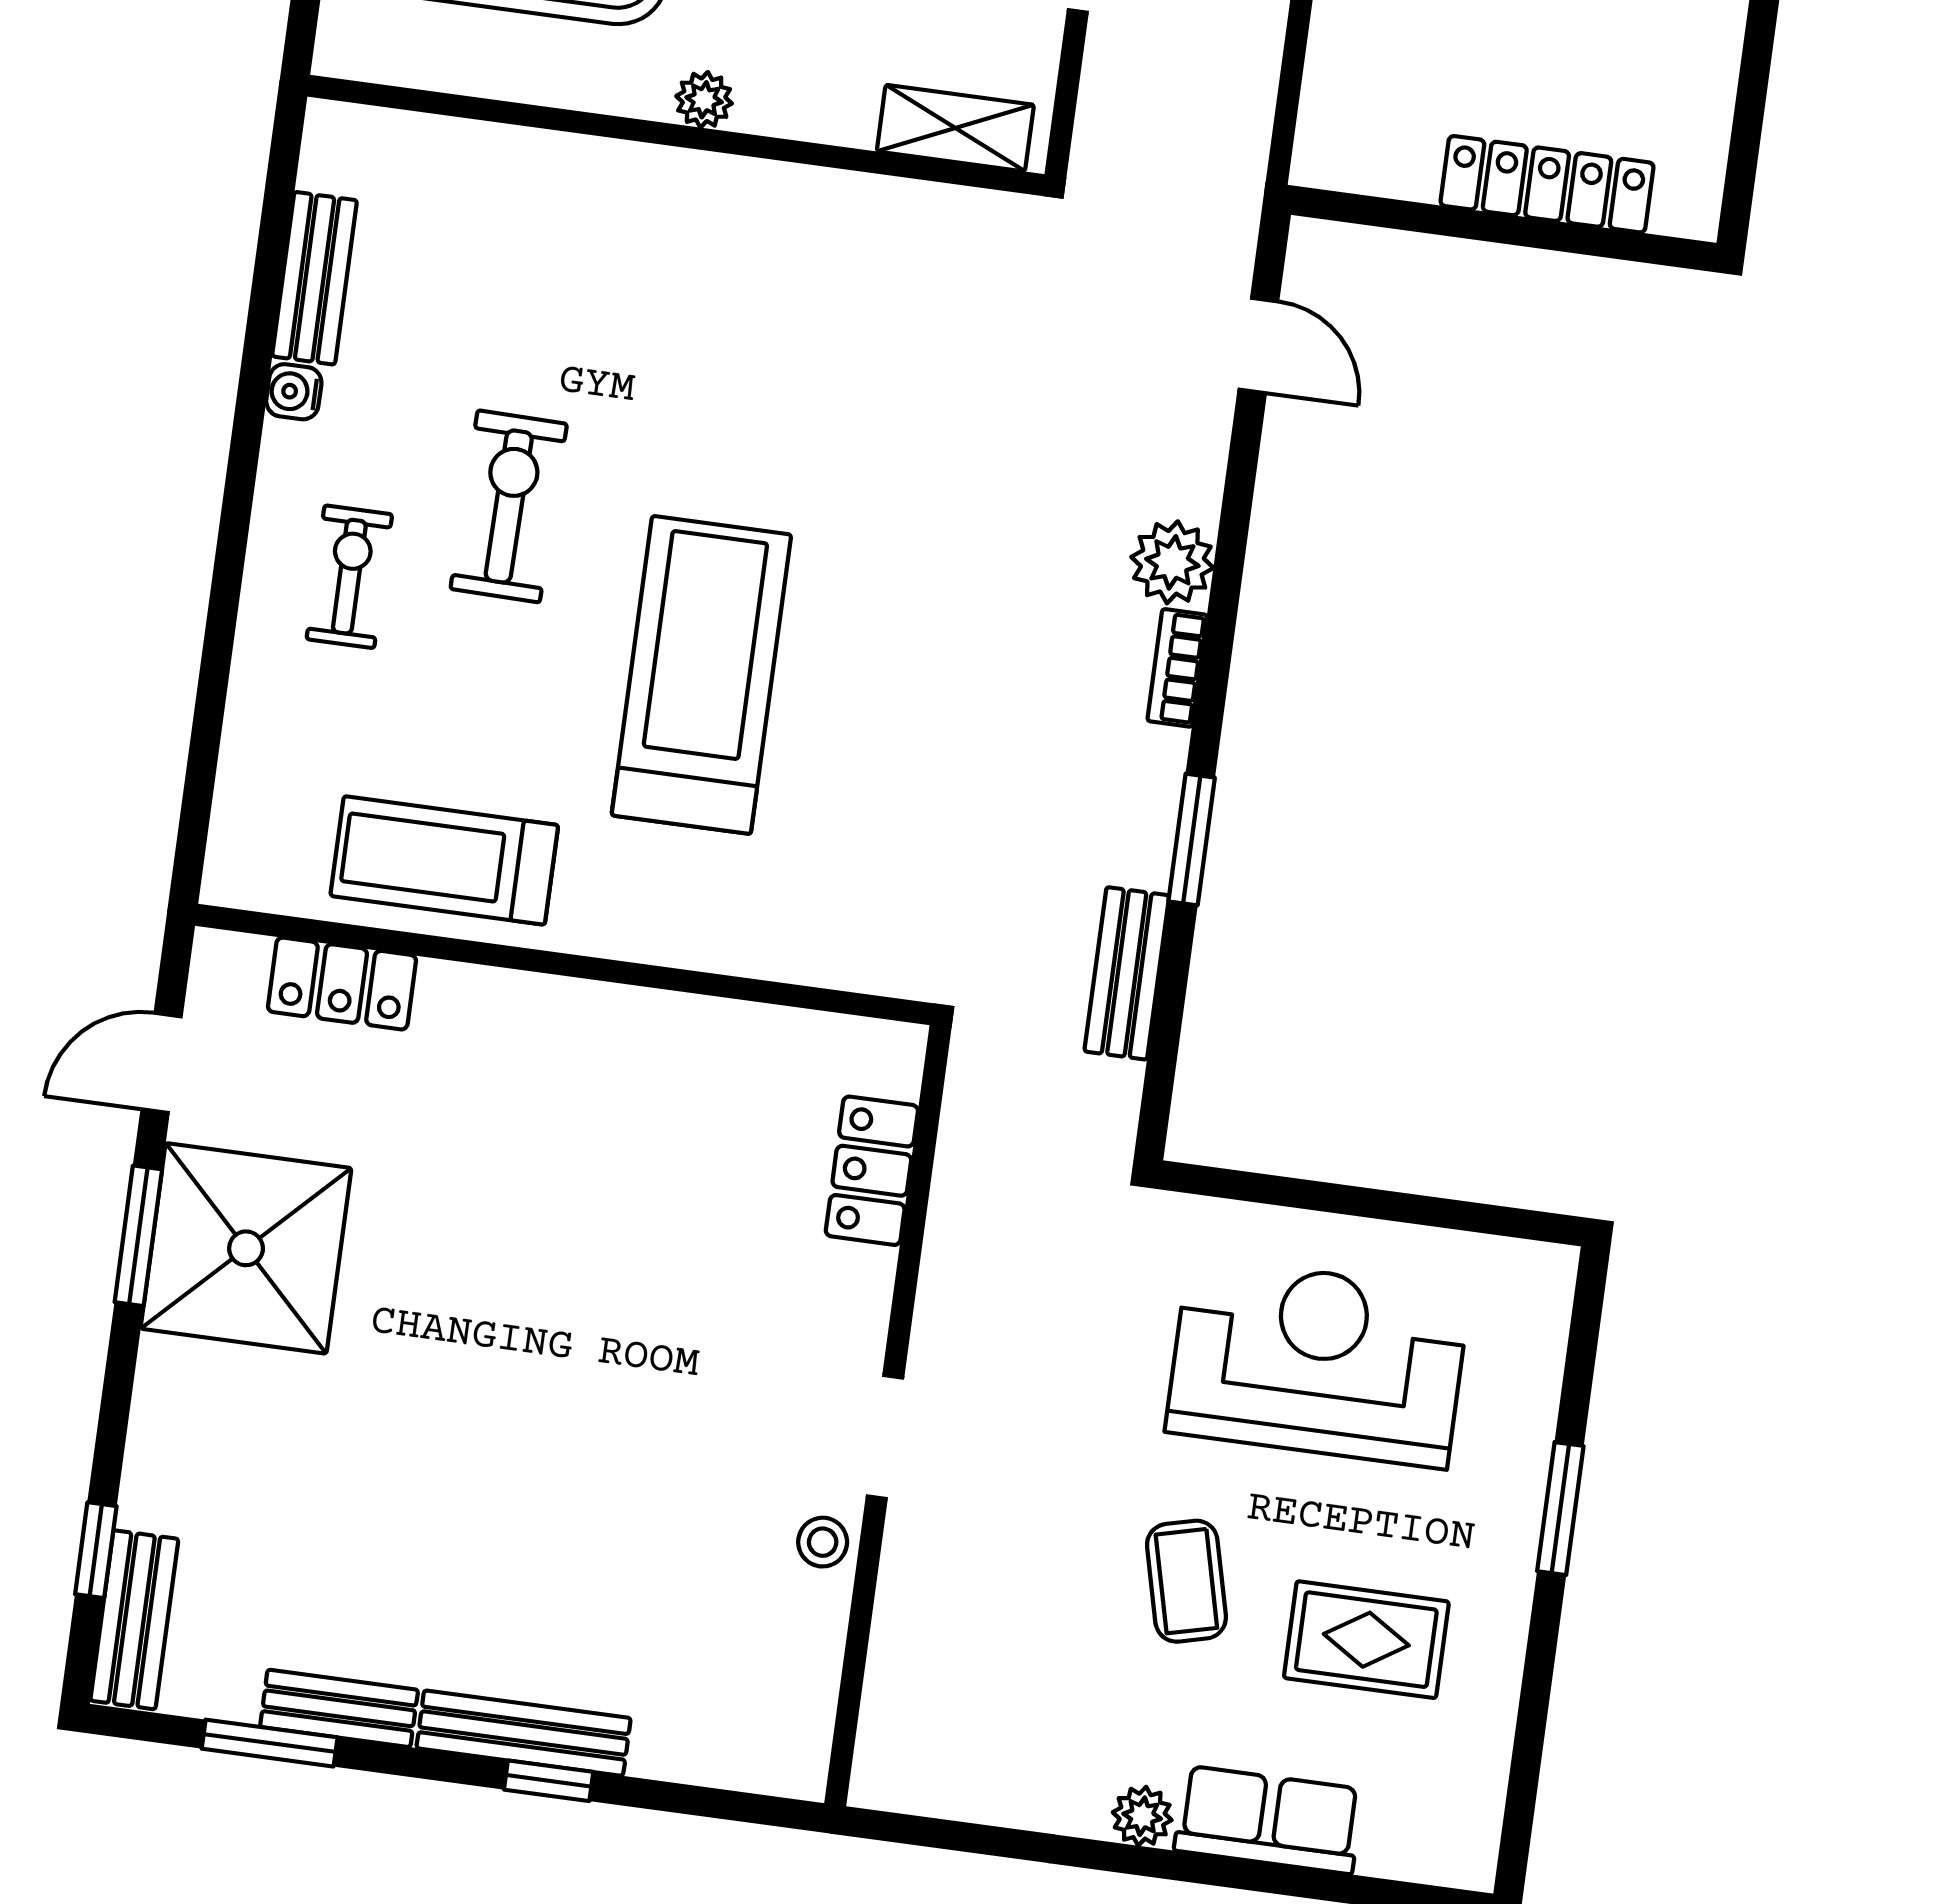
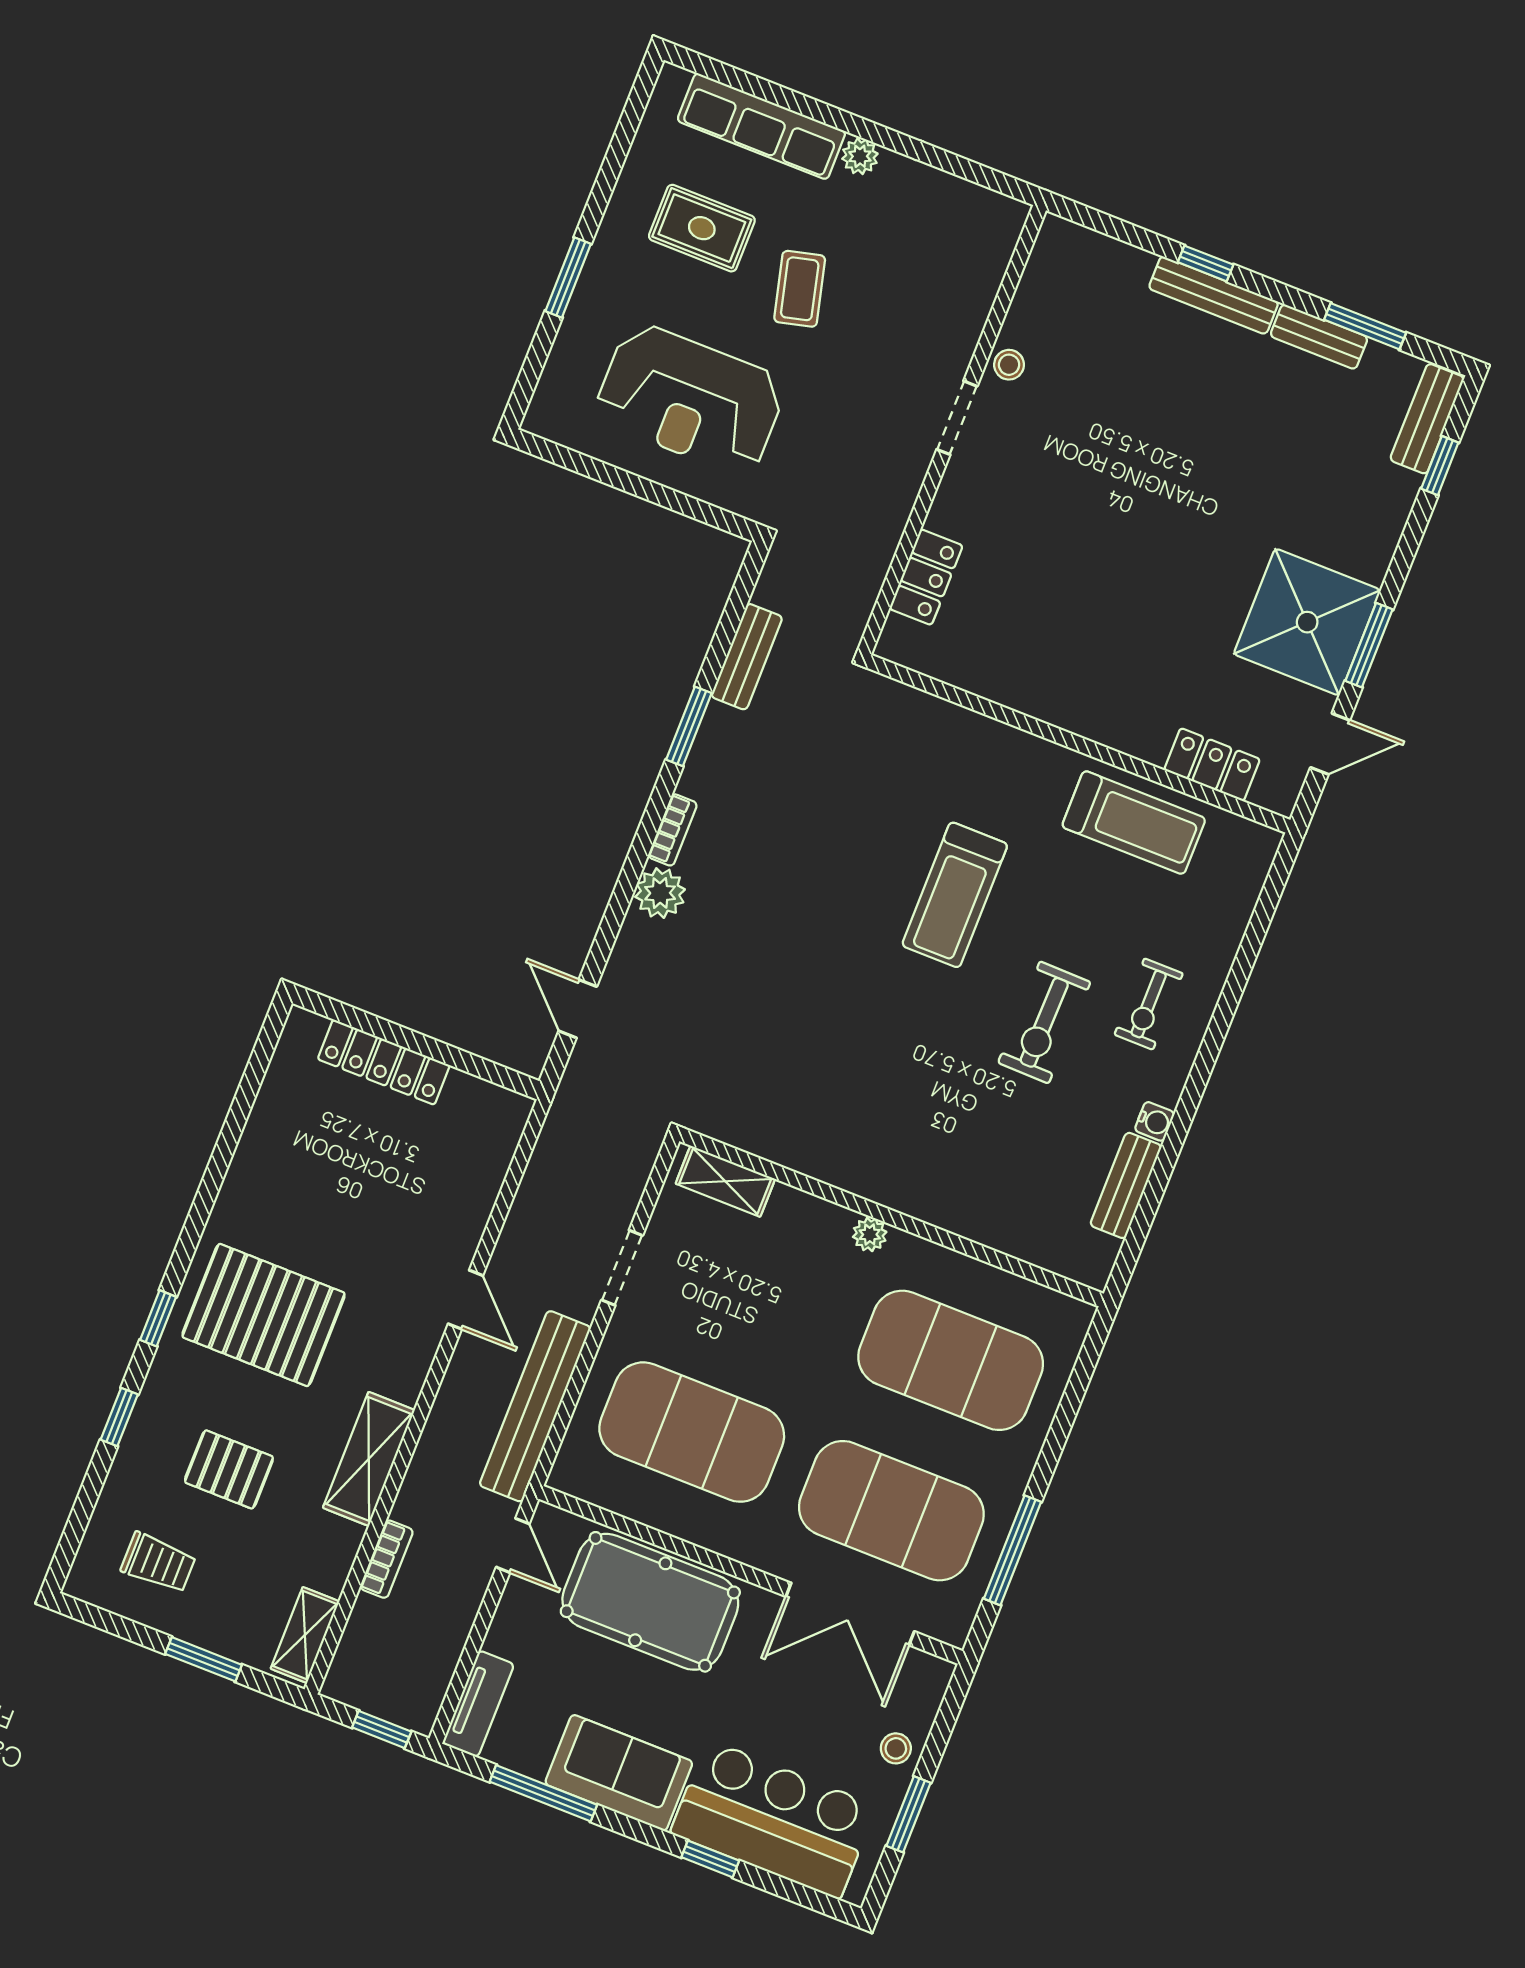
treadmill: (701, 675) -> (955, 895), width x0.73, depth x0.73
row of seats: (1268, 1820) -> (761, 126), width x1.48

